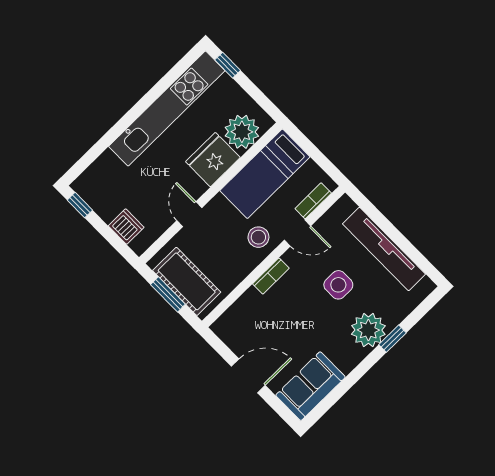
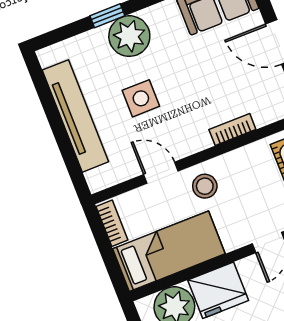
bookcase: (313, 201) -> (112, 223), moved, turned -90
bookcase: (271, 276) -> (232, 130), moved

